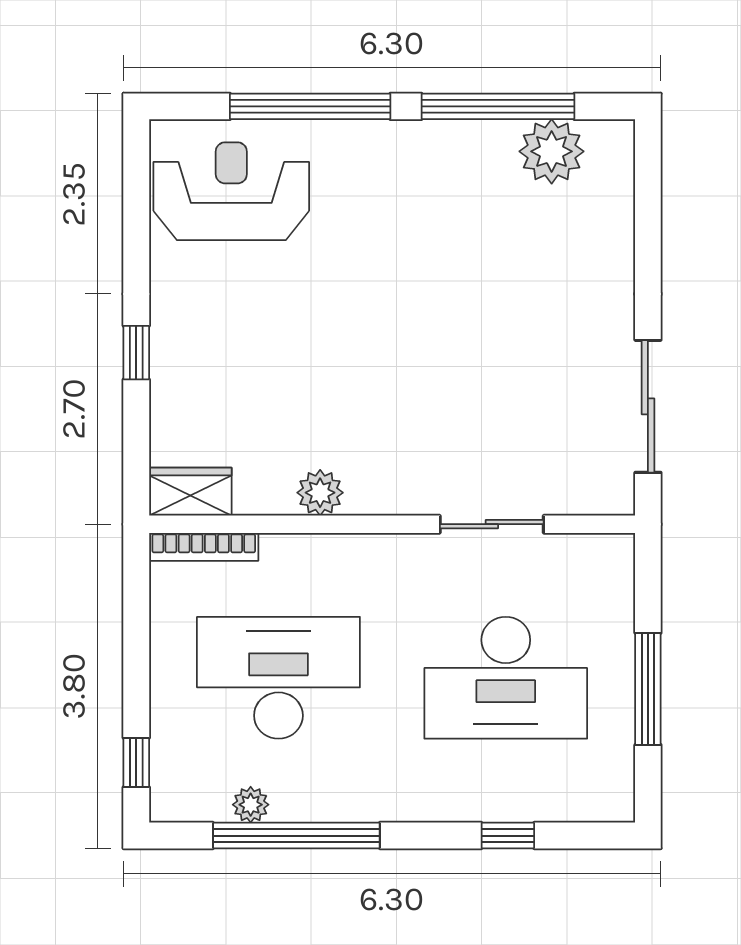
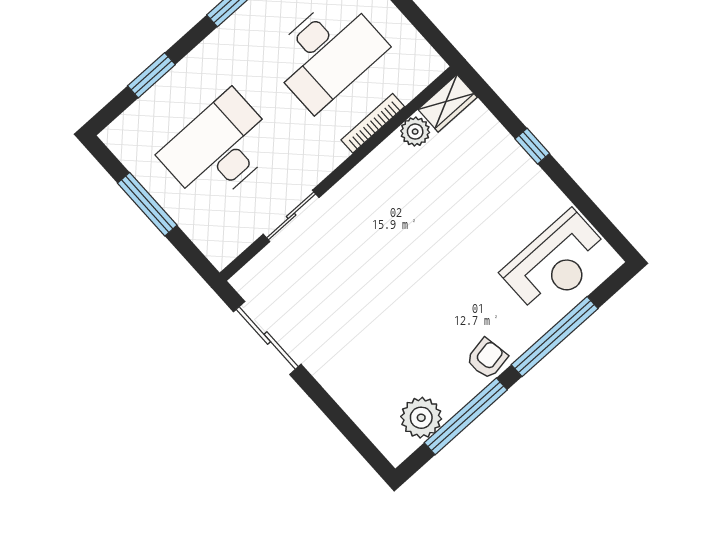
armchair: (412, 152) -> (487, 359), added
plant: (320, 493) -> (415, 132), moved
bookcase: (204, 547) -> (373, 123), moved
window: (508, 836) -> (151, 75), width x1.50

